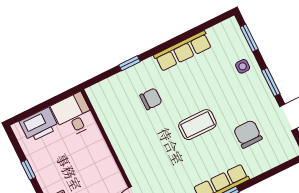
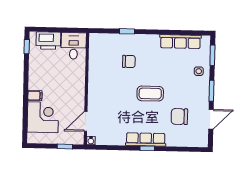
row of seats: (183, 51) -> (180, 42), moved
chair: (248, 134) -> (179, 117), turned -90
window: (28, 170) -> (27, 47), moved

